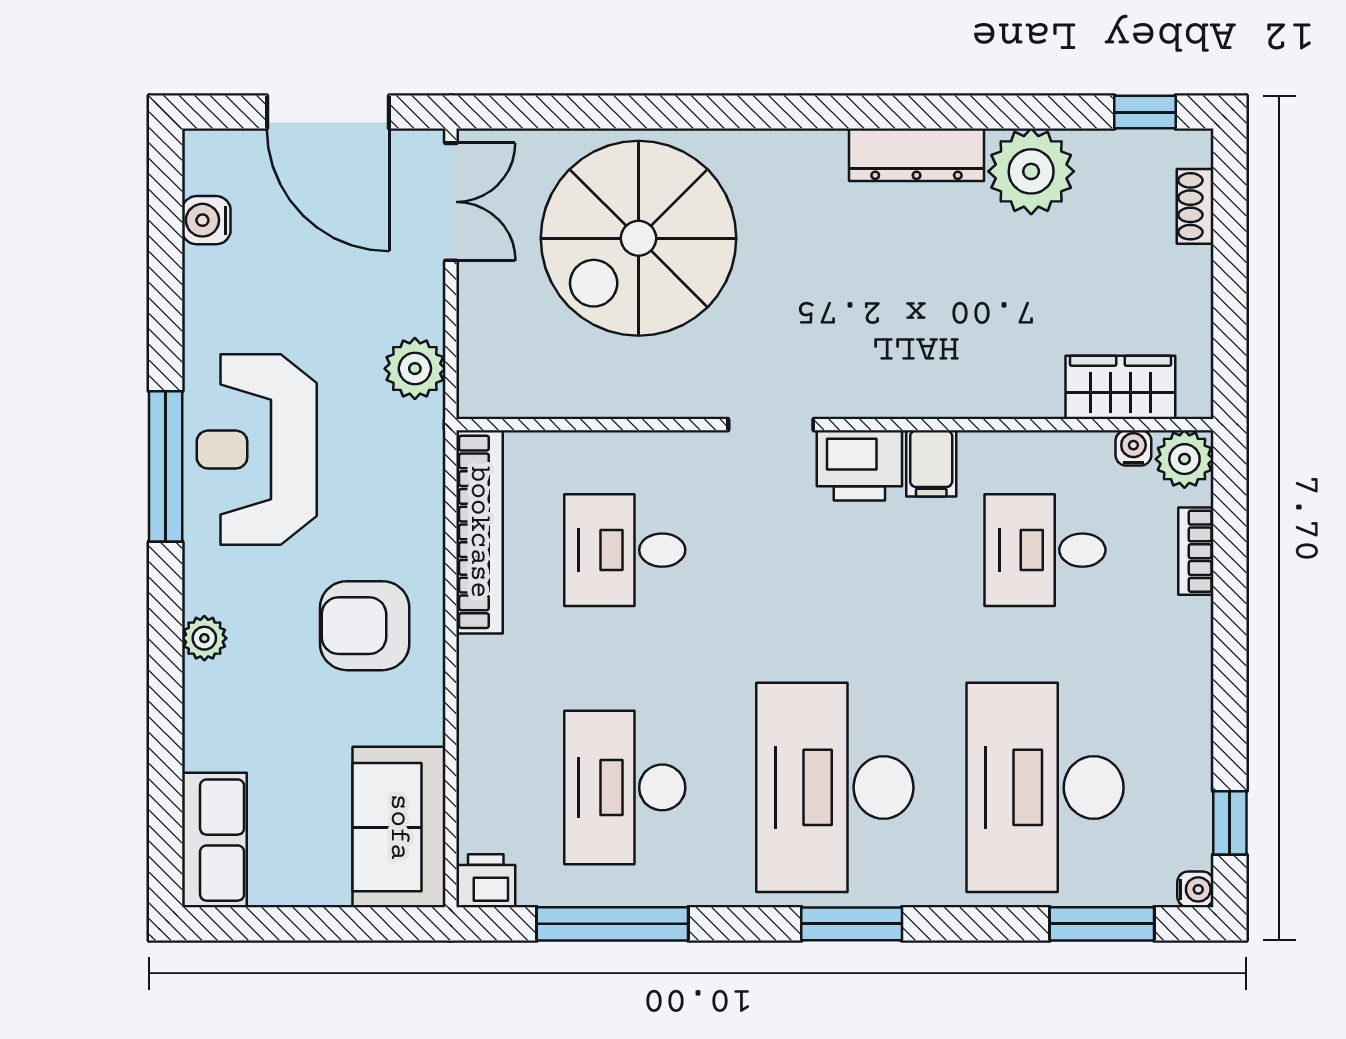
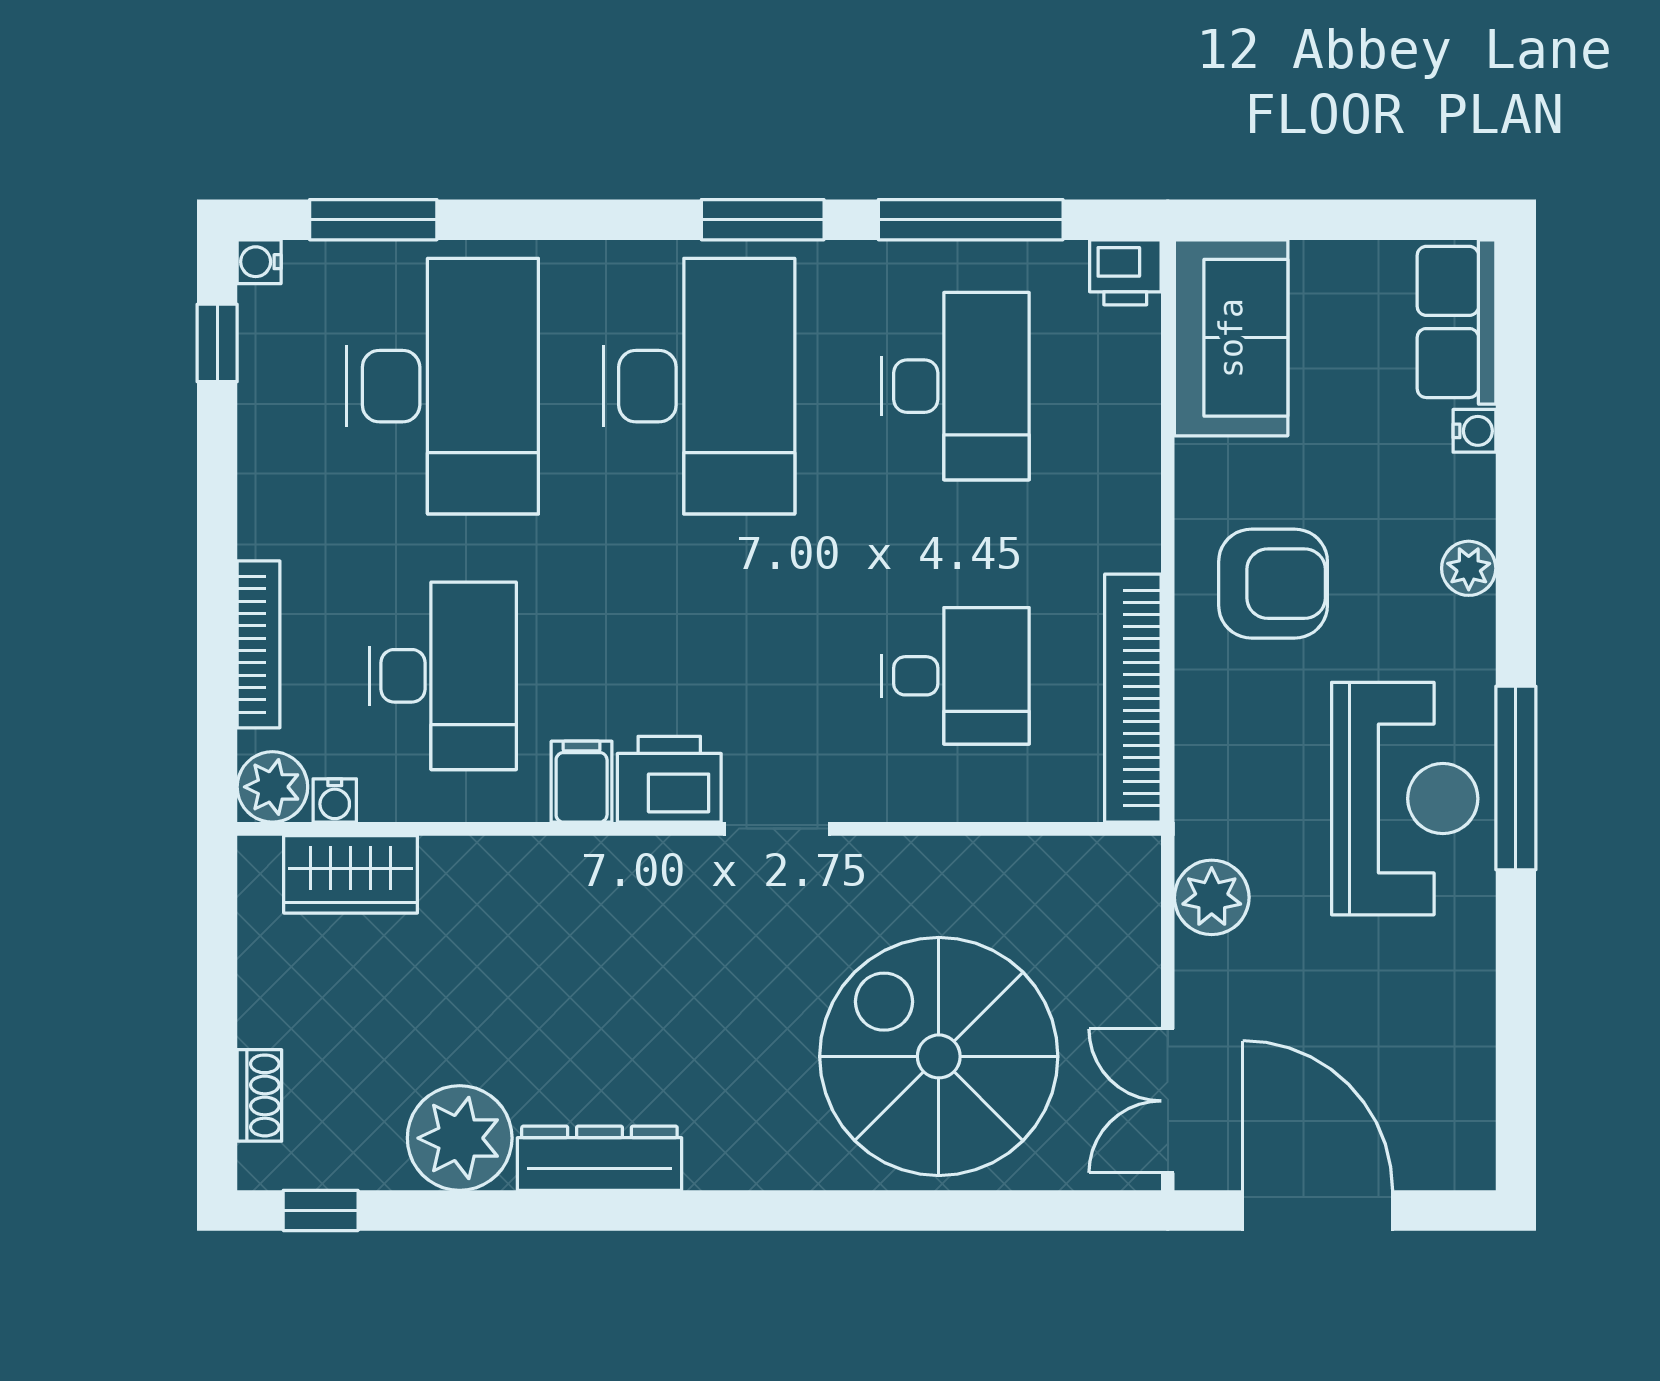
water cooler: (206, 220) -> (1474, 431), moved, width x0.72, depth x0.72
spiral stairs: (639, 238) -> (939, 1056), turned -90
desk: (1045, 550) -> (443, 676), width x1.37
bookcase: (1196, 551) -> (259, 644), width x1.56
window: (852, 924) -> (763, 220), moved

